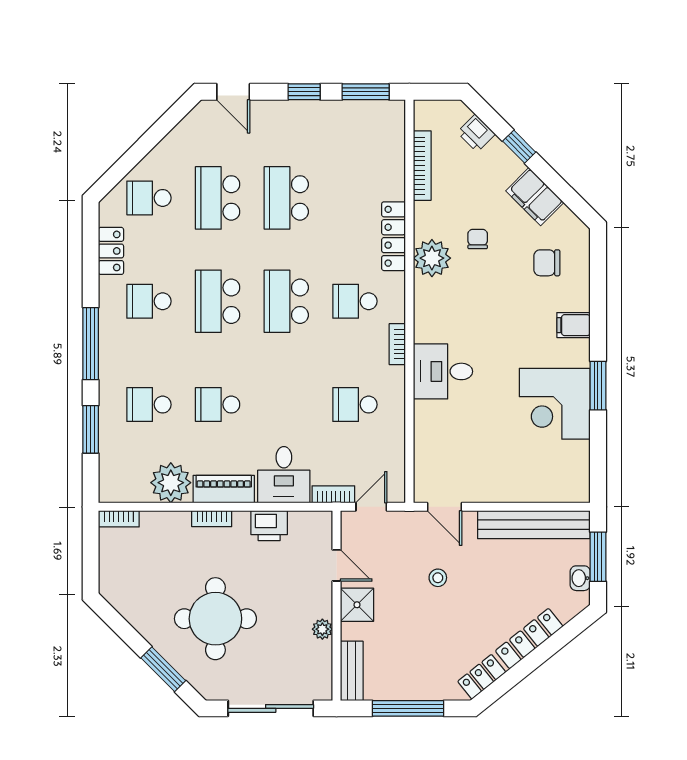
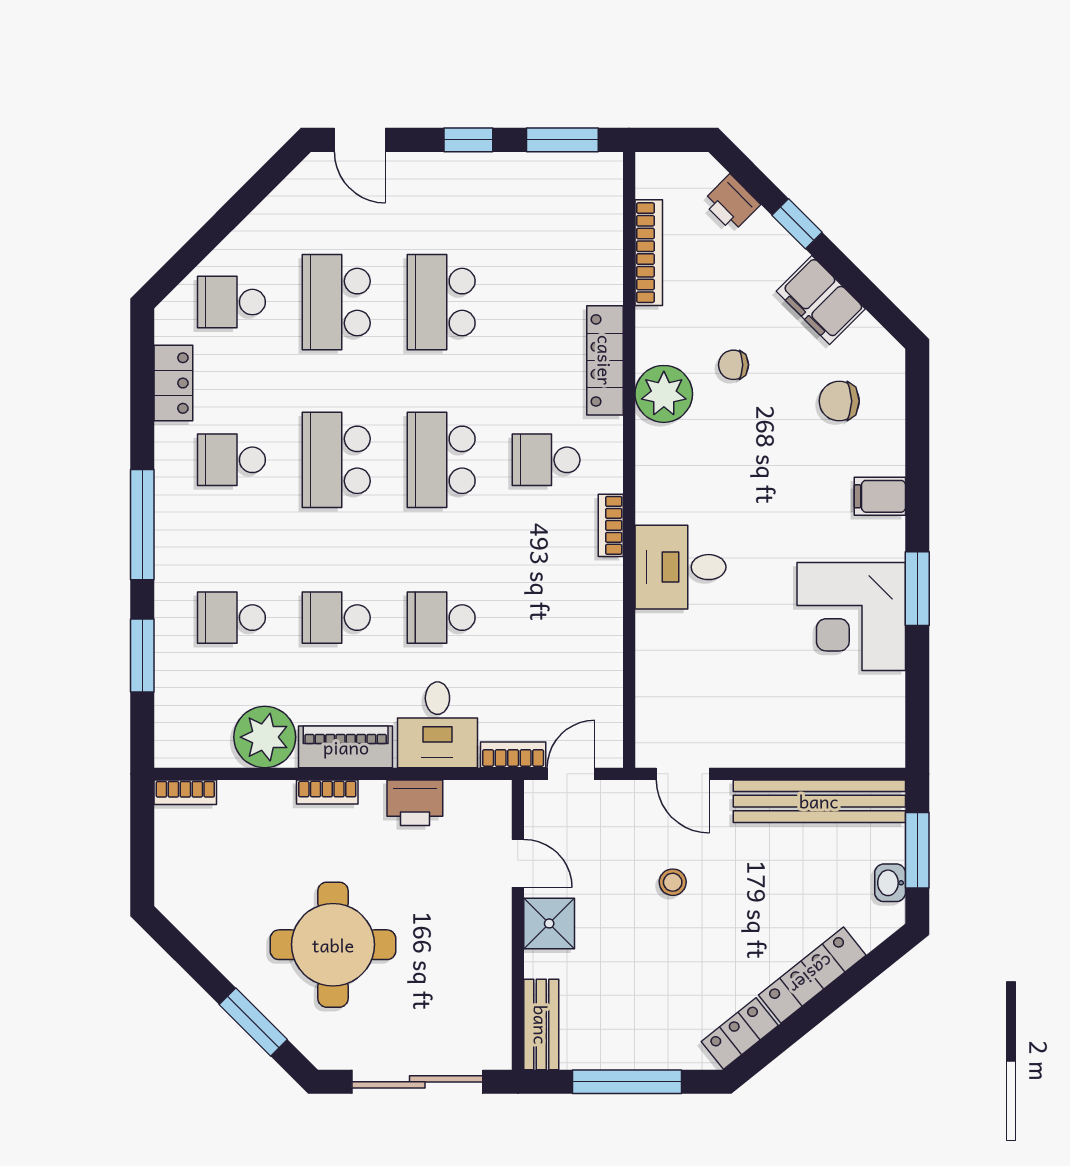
chair: (478, 239) -> (733, 365), turned -90
school desk: (355, 405) -> (441, 618), moved
plant: (322, 629) -> (496, 961), removed

